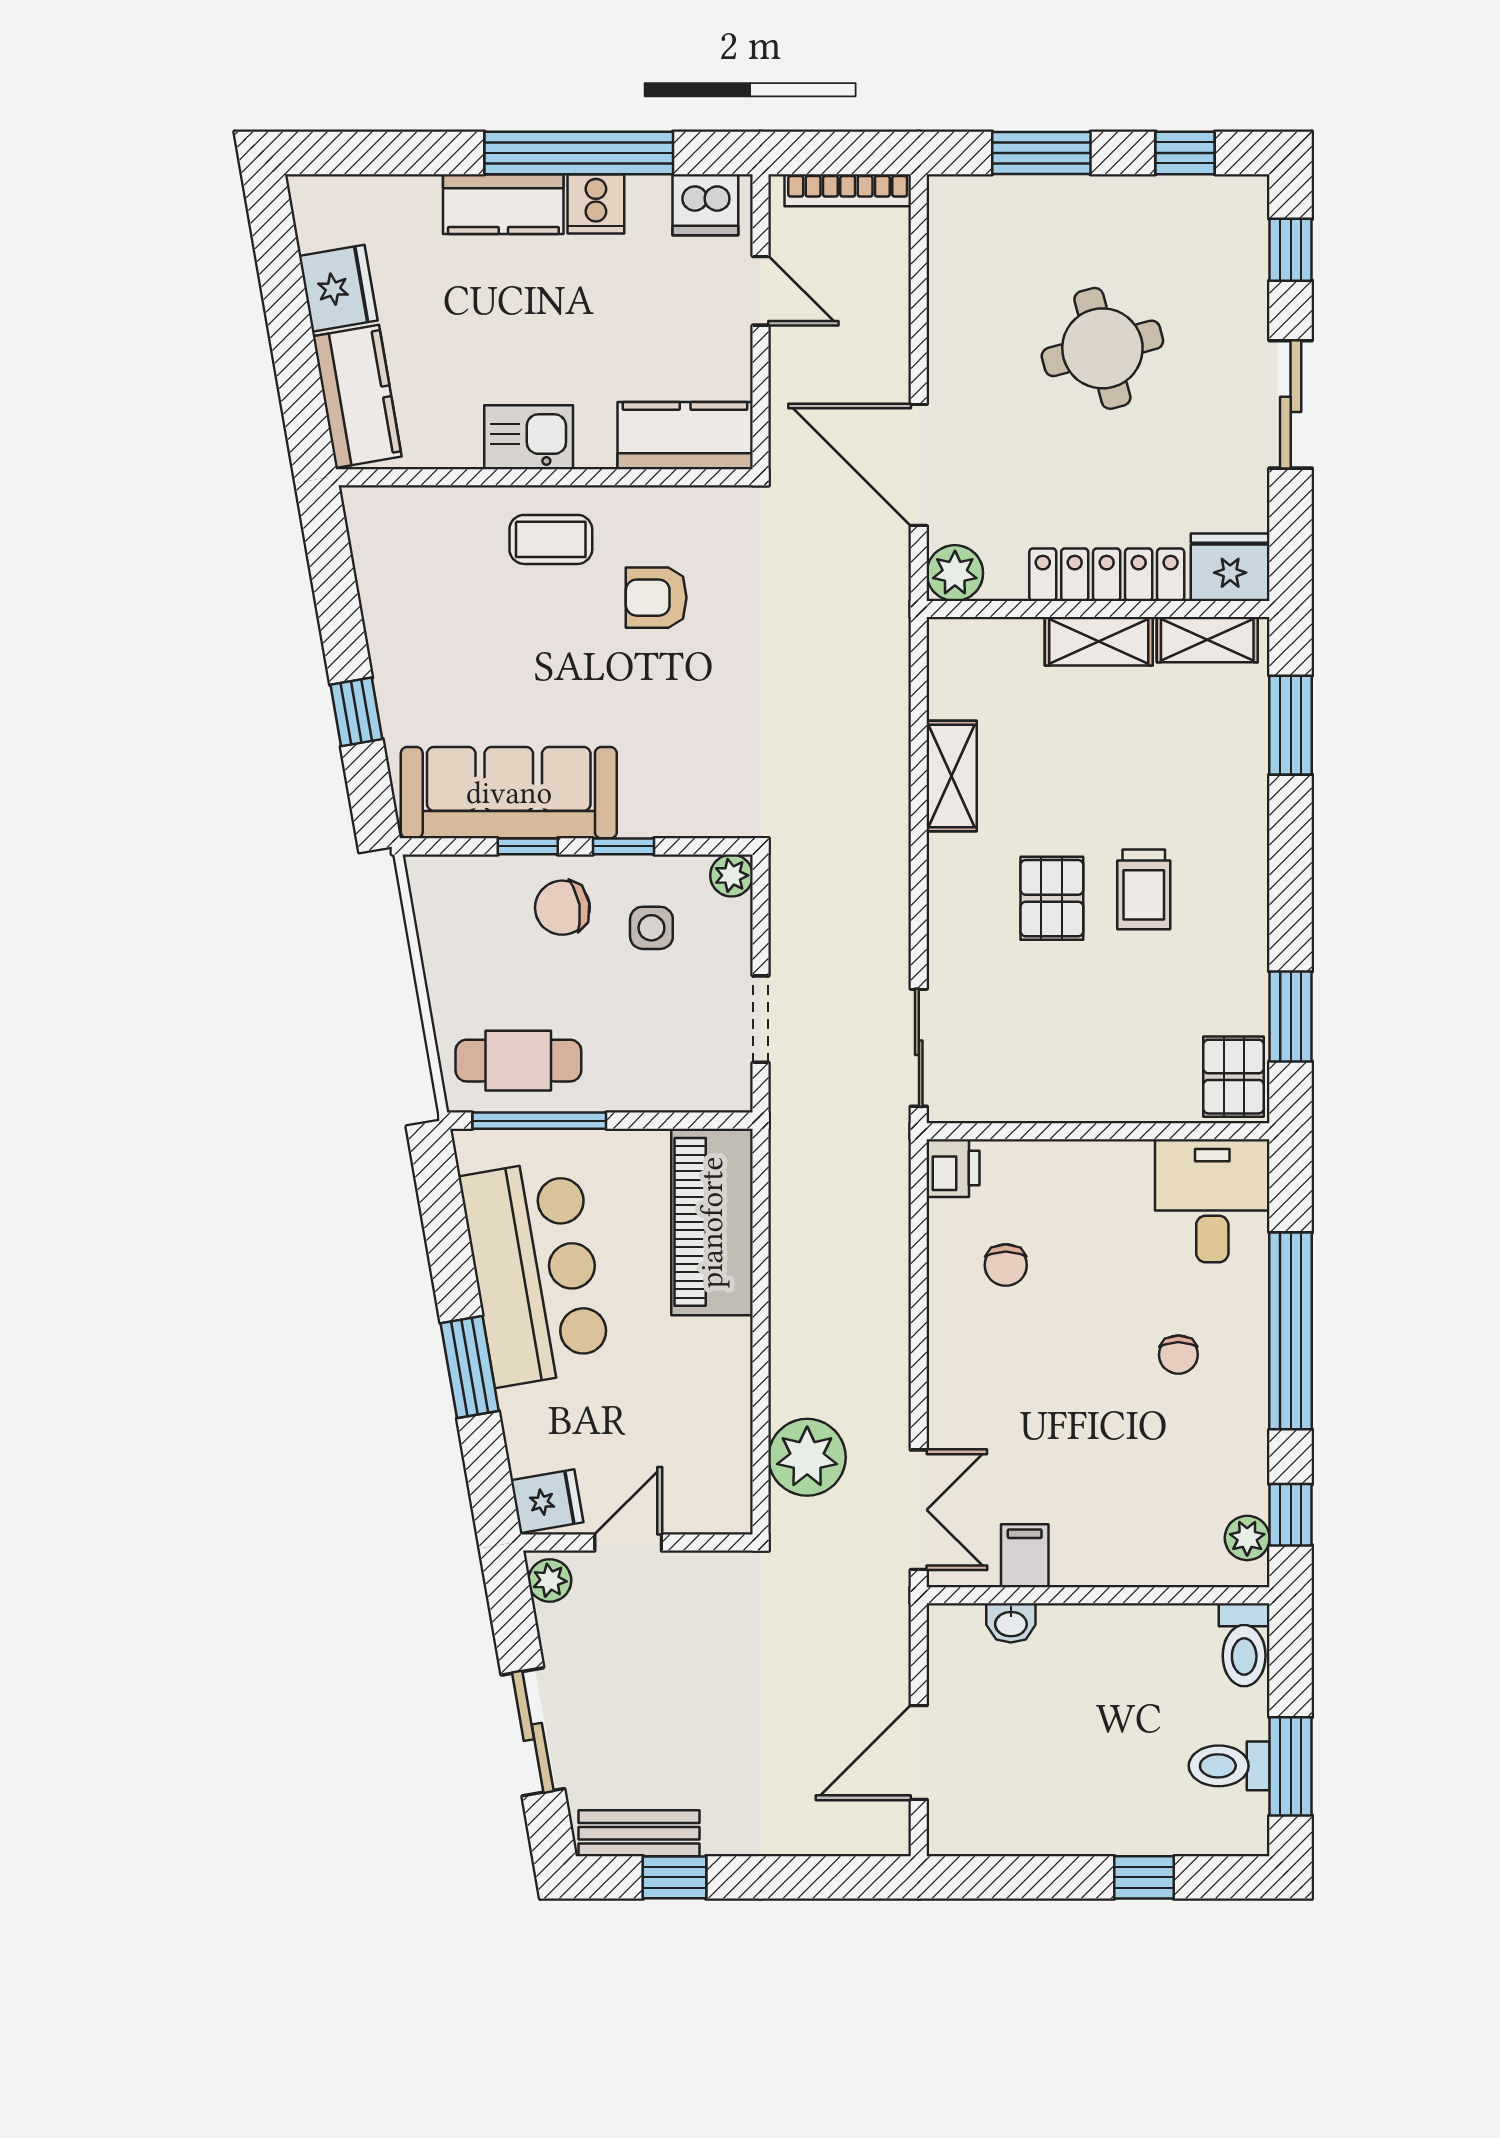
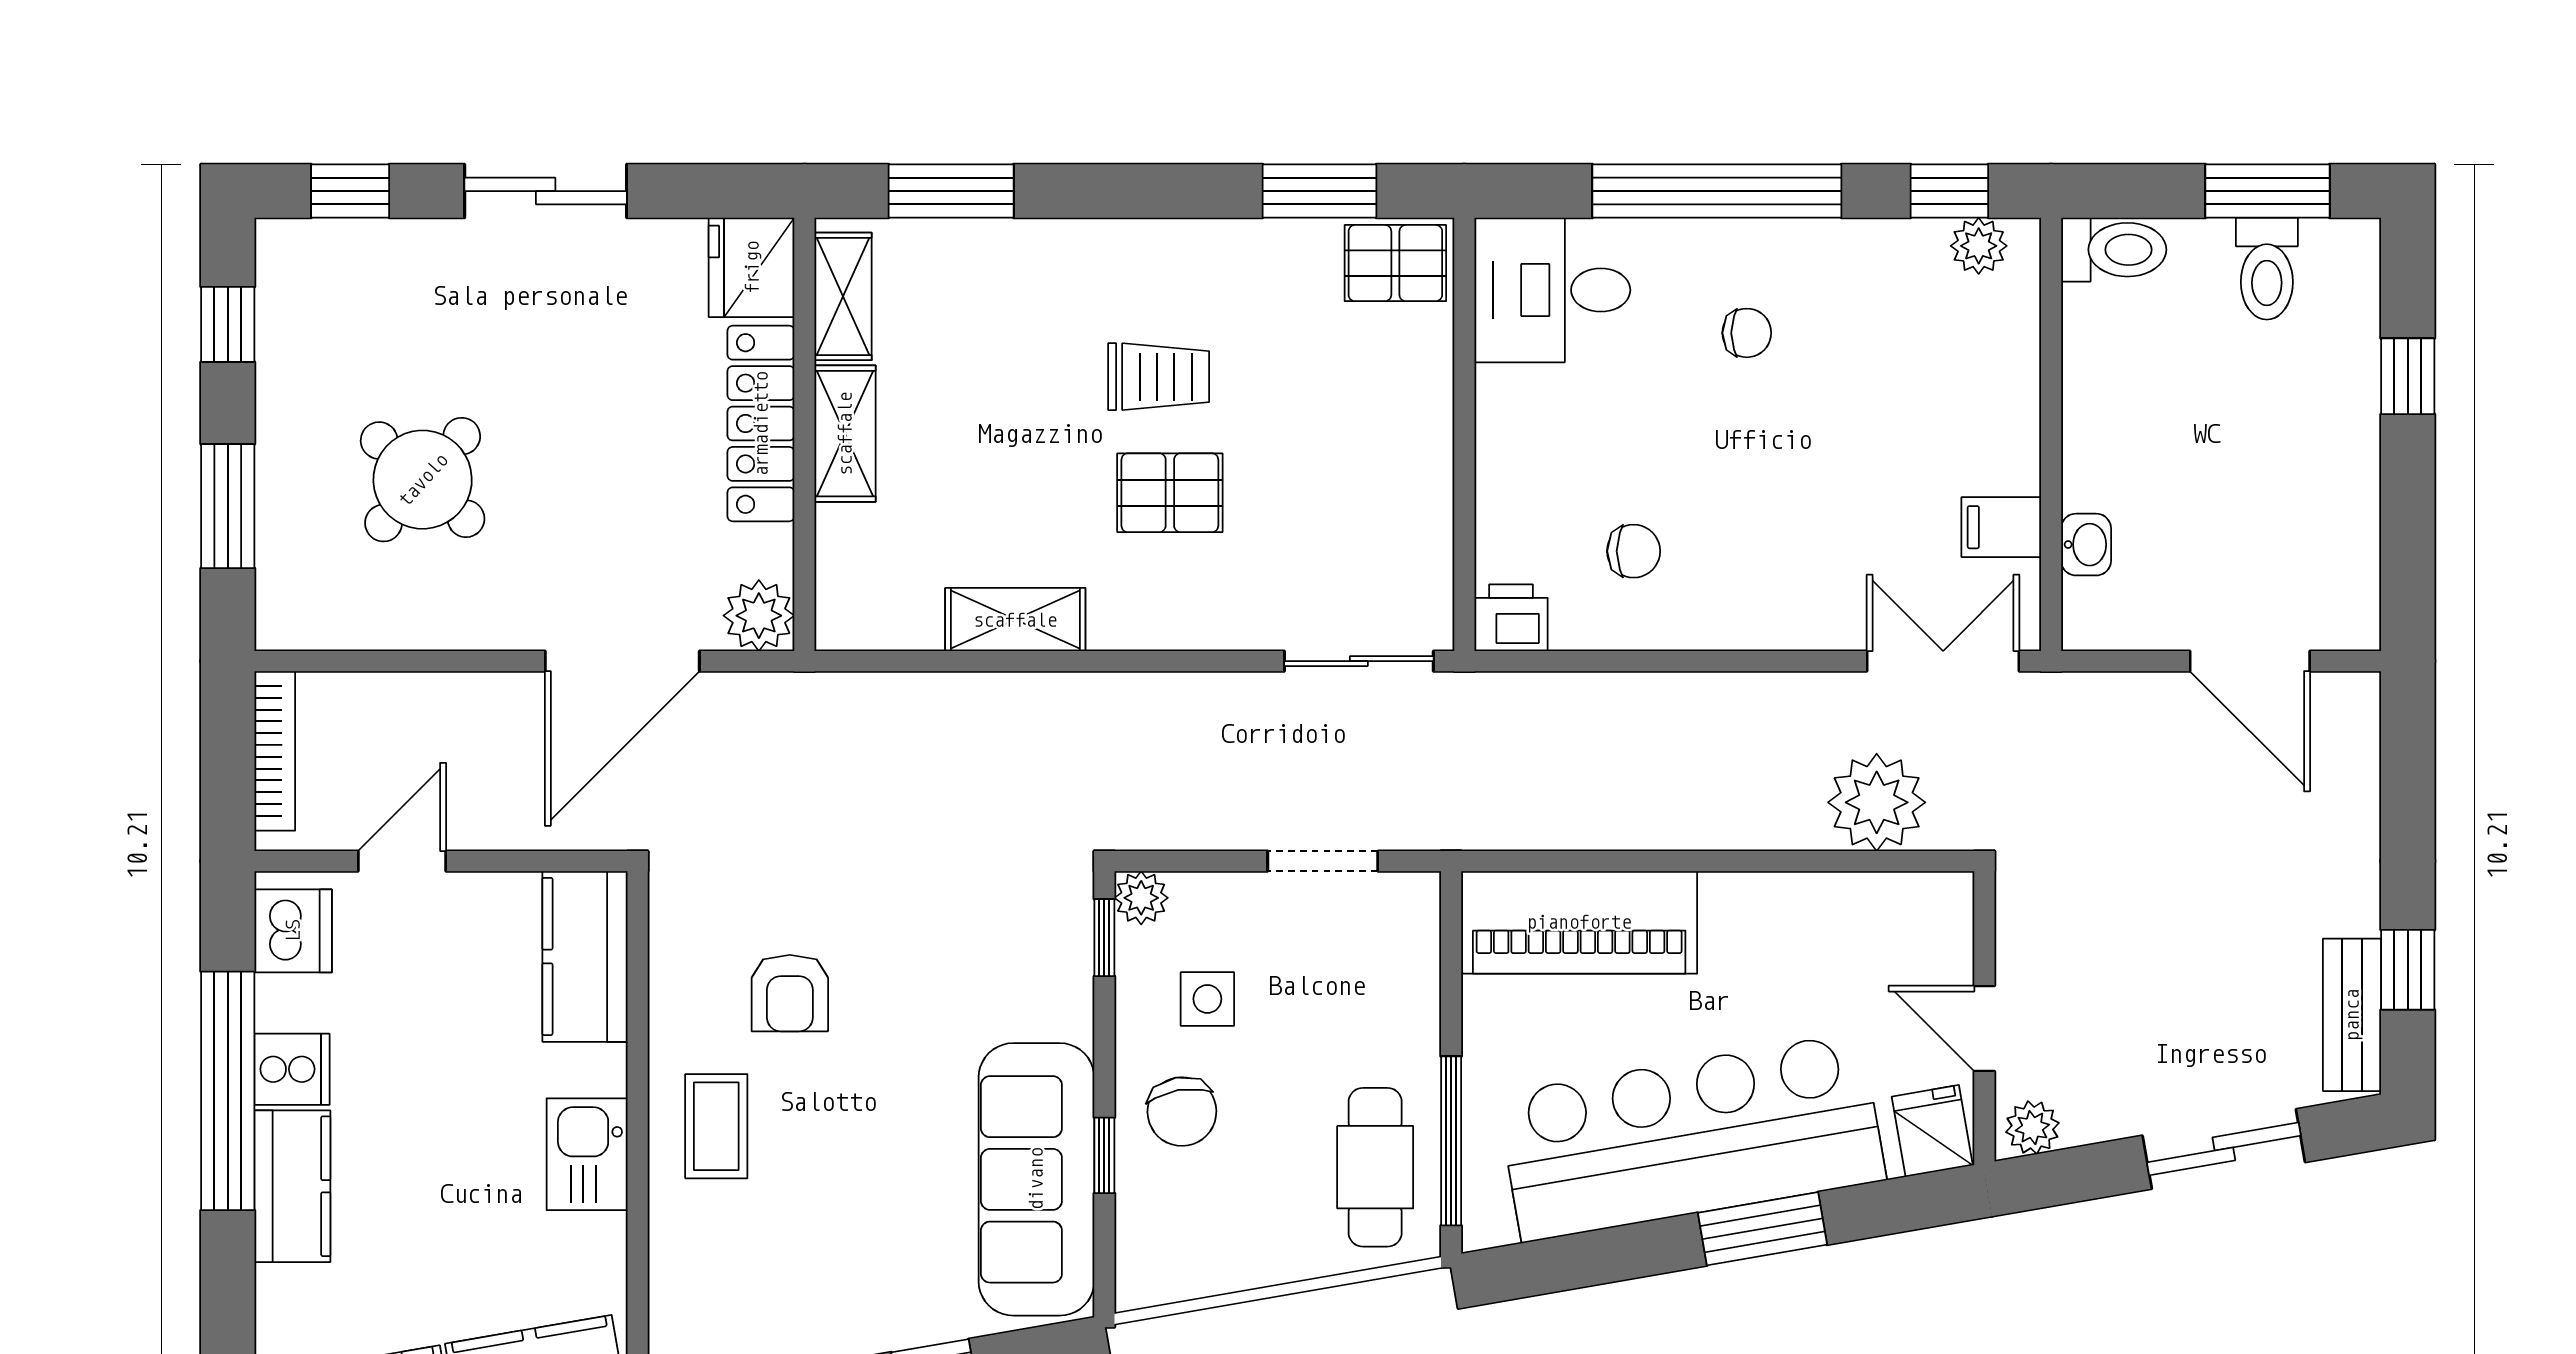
round table: (1102, 348) -> (423, 480), moved, turned -33
window: (623, 846) -> (1104, 938), moved
bar counter: (535, 1272) -> (1691, 1137), width x1.36

